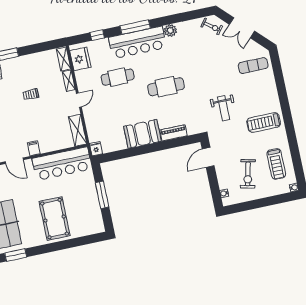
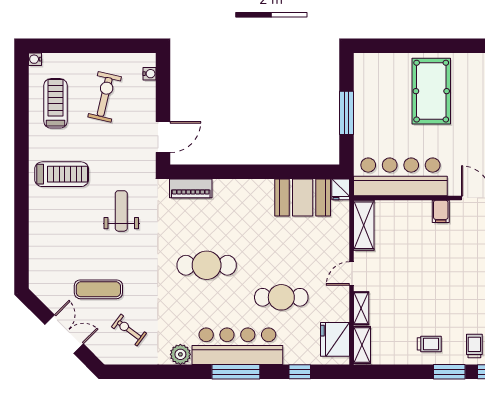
exercise bike: (212, 26) -> (129, 330), moved
exercise mat: (253, 66) -> (98, 289), moved
trolley: (31, 94) -> (429, 344), moved
piano: (174, 133) -> (191, 188), moved
booth: (142, 134) -> (303, 198), moved

